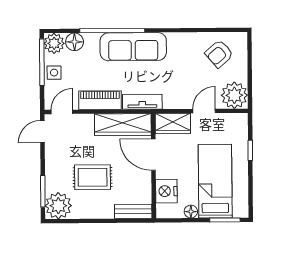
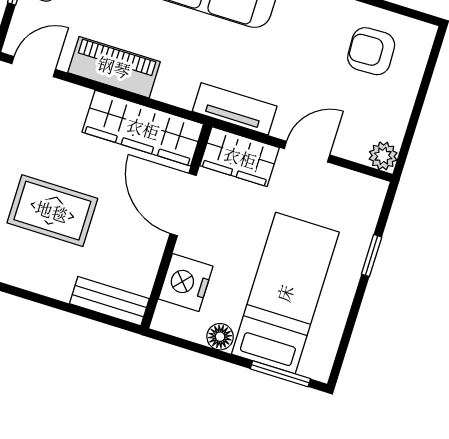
armchair: (219, 54) -> (371, 51), turned 39
plant: (234, 95) -> (383, 156), width x0.53, depth x0.53
tv unit: (142, 102) -> (235, 109), moved

